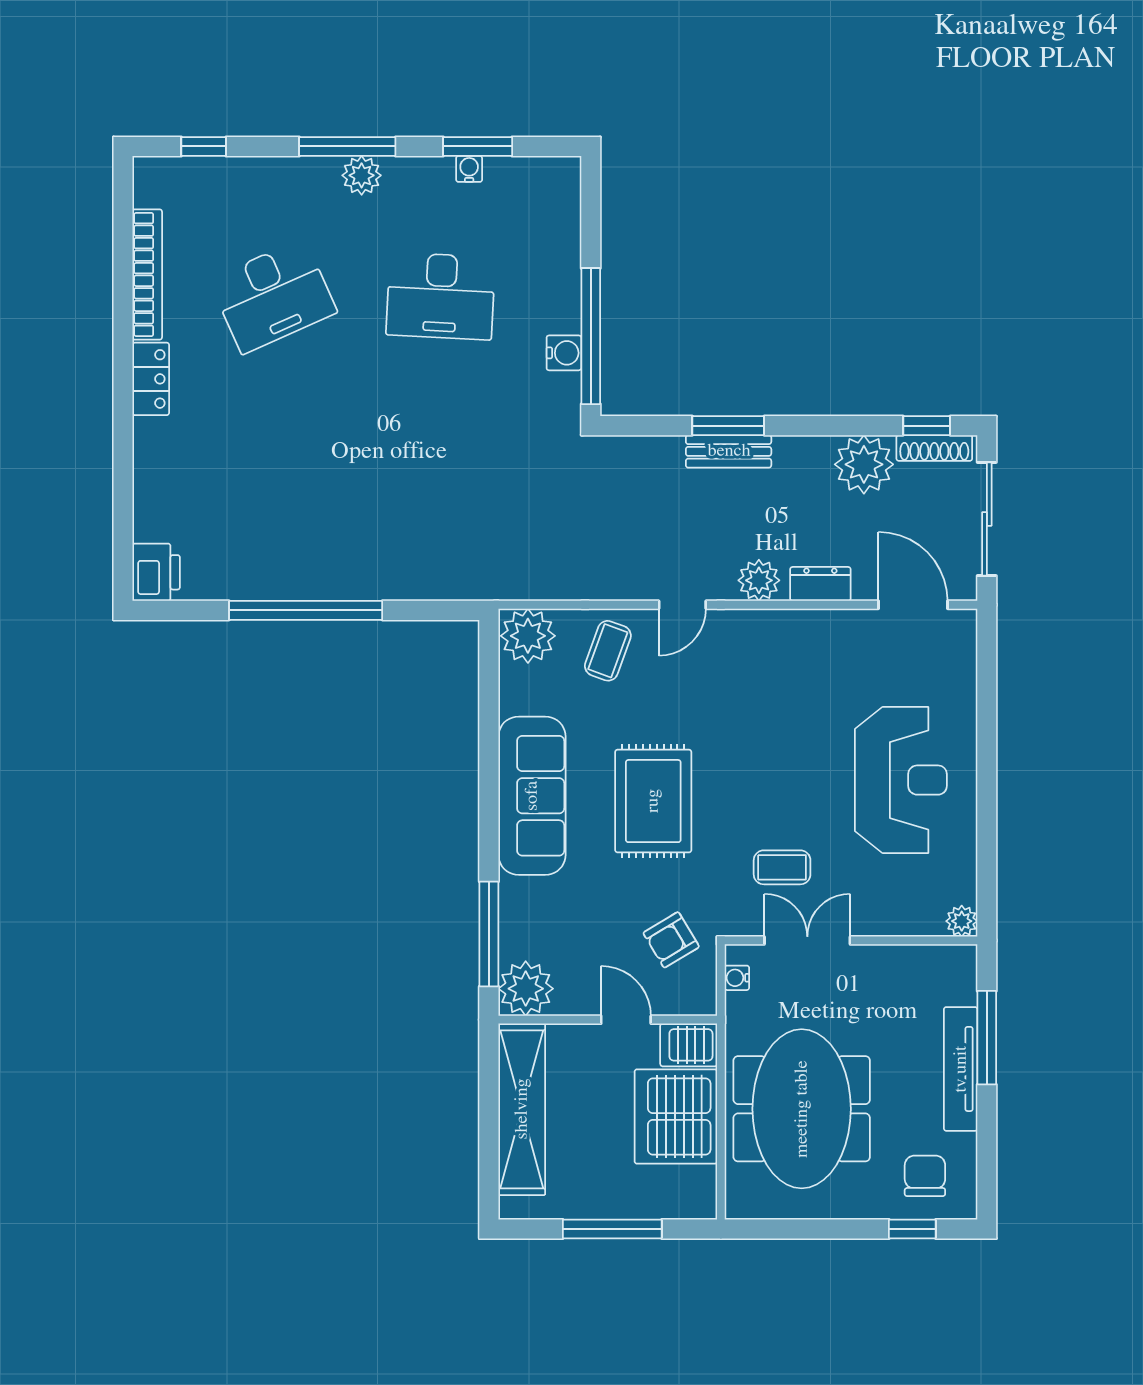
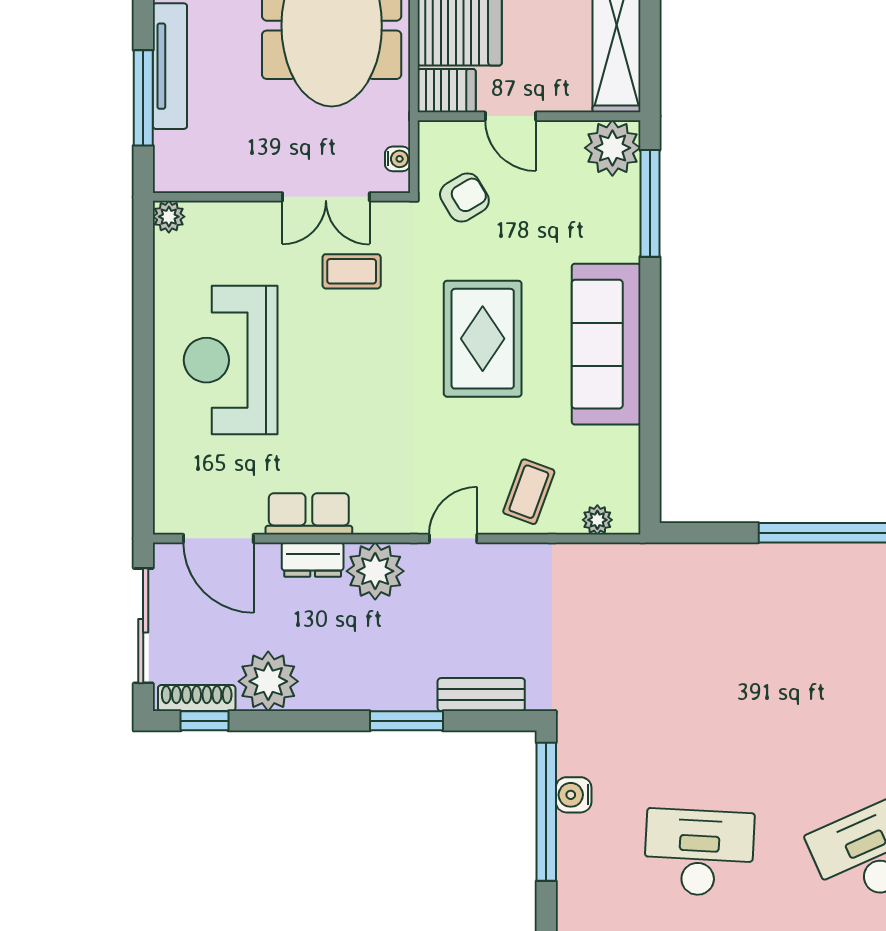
bench: (729, 451) -> (481, 695), moved
plant: (759, 580) -> (375, 571), width x1.36, depth x1.36
row of seats: (824, 629) -> (309, 514), added
plant: (528, 636) -> (597, 520), width x0.53, depth x0.53

